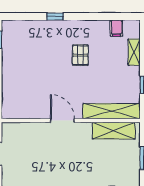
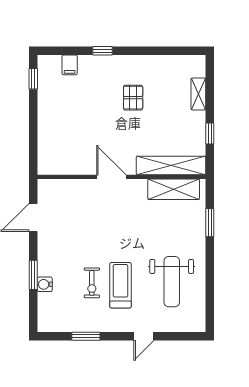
filing cabinet: (116, 28) -> (70, 65), moved

